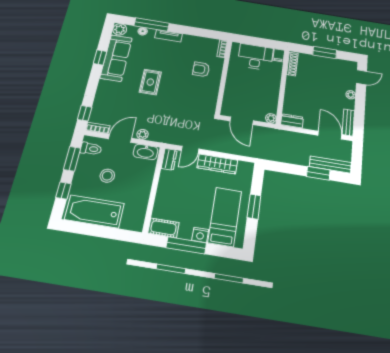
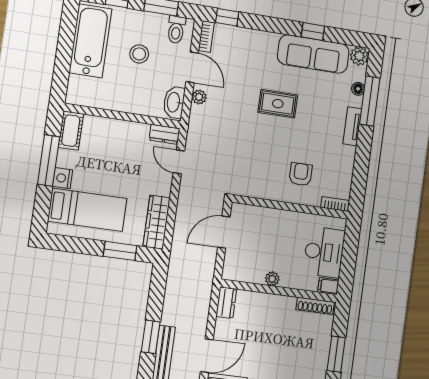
plant: (271, 118) -> (272, 279), moved
wardrobe: (217, 164) -> (157, 222), moved
window: (254, 207) -> (120, 251), moved

